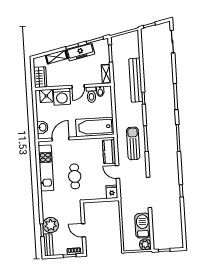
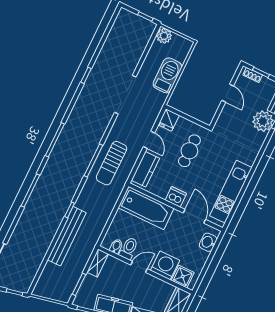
door: (61, 139) -> (194, 216), swing flipped
dishwasher: (80, 145) -> (176, 197), added
cafe table: (75, 176) -> (189, 151), moved
barbecue: (143, 226) -> (167, 75), moved, turned 180

